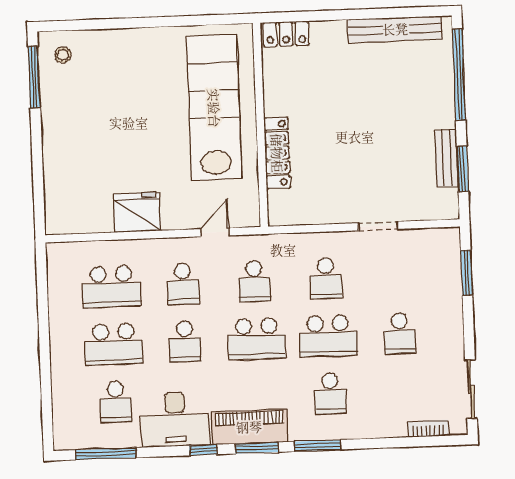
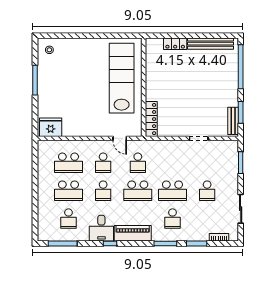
locker: (286, 34) -> (175, 44), moved
window: (34, 77) -> (35, 80), moved
locker: (277, 153) -> (151, 119), moved
bench: (447, 158) -> (233, 121), moved
fridge: (137, 212) -> (51, 127), moved
door: (215, 232) -> (120, 138), swing flipped
school desk: (326, 278) -> (172, 163), removed
sliding door: (471, 389) -> (241, 209), moved
desk: (175, 419) -> (101, 228), width x0.73
window: (257, 448) -> (197, 244), moved

